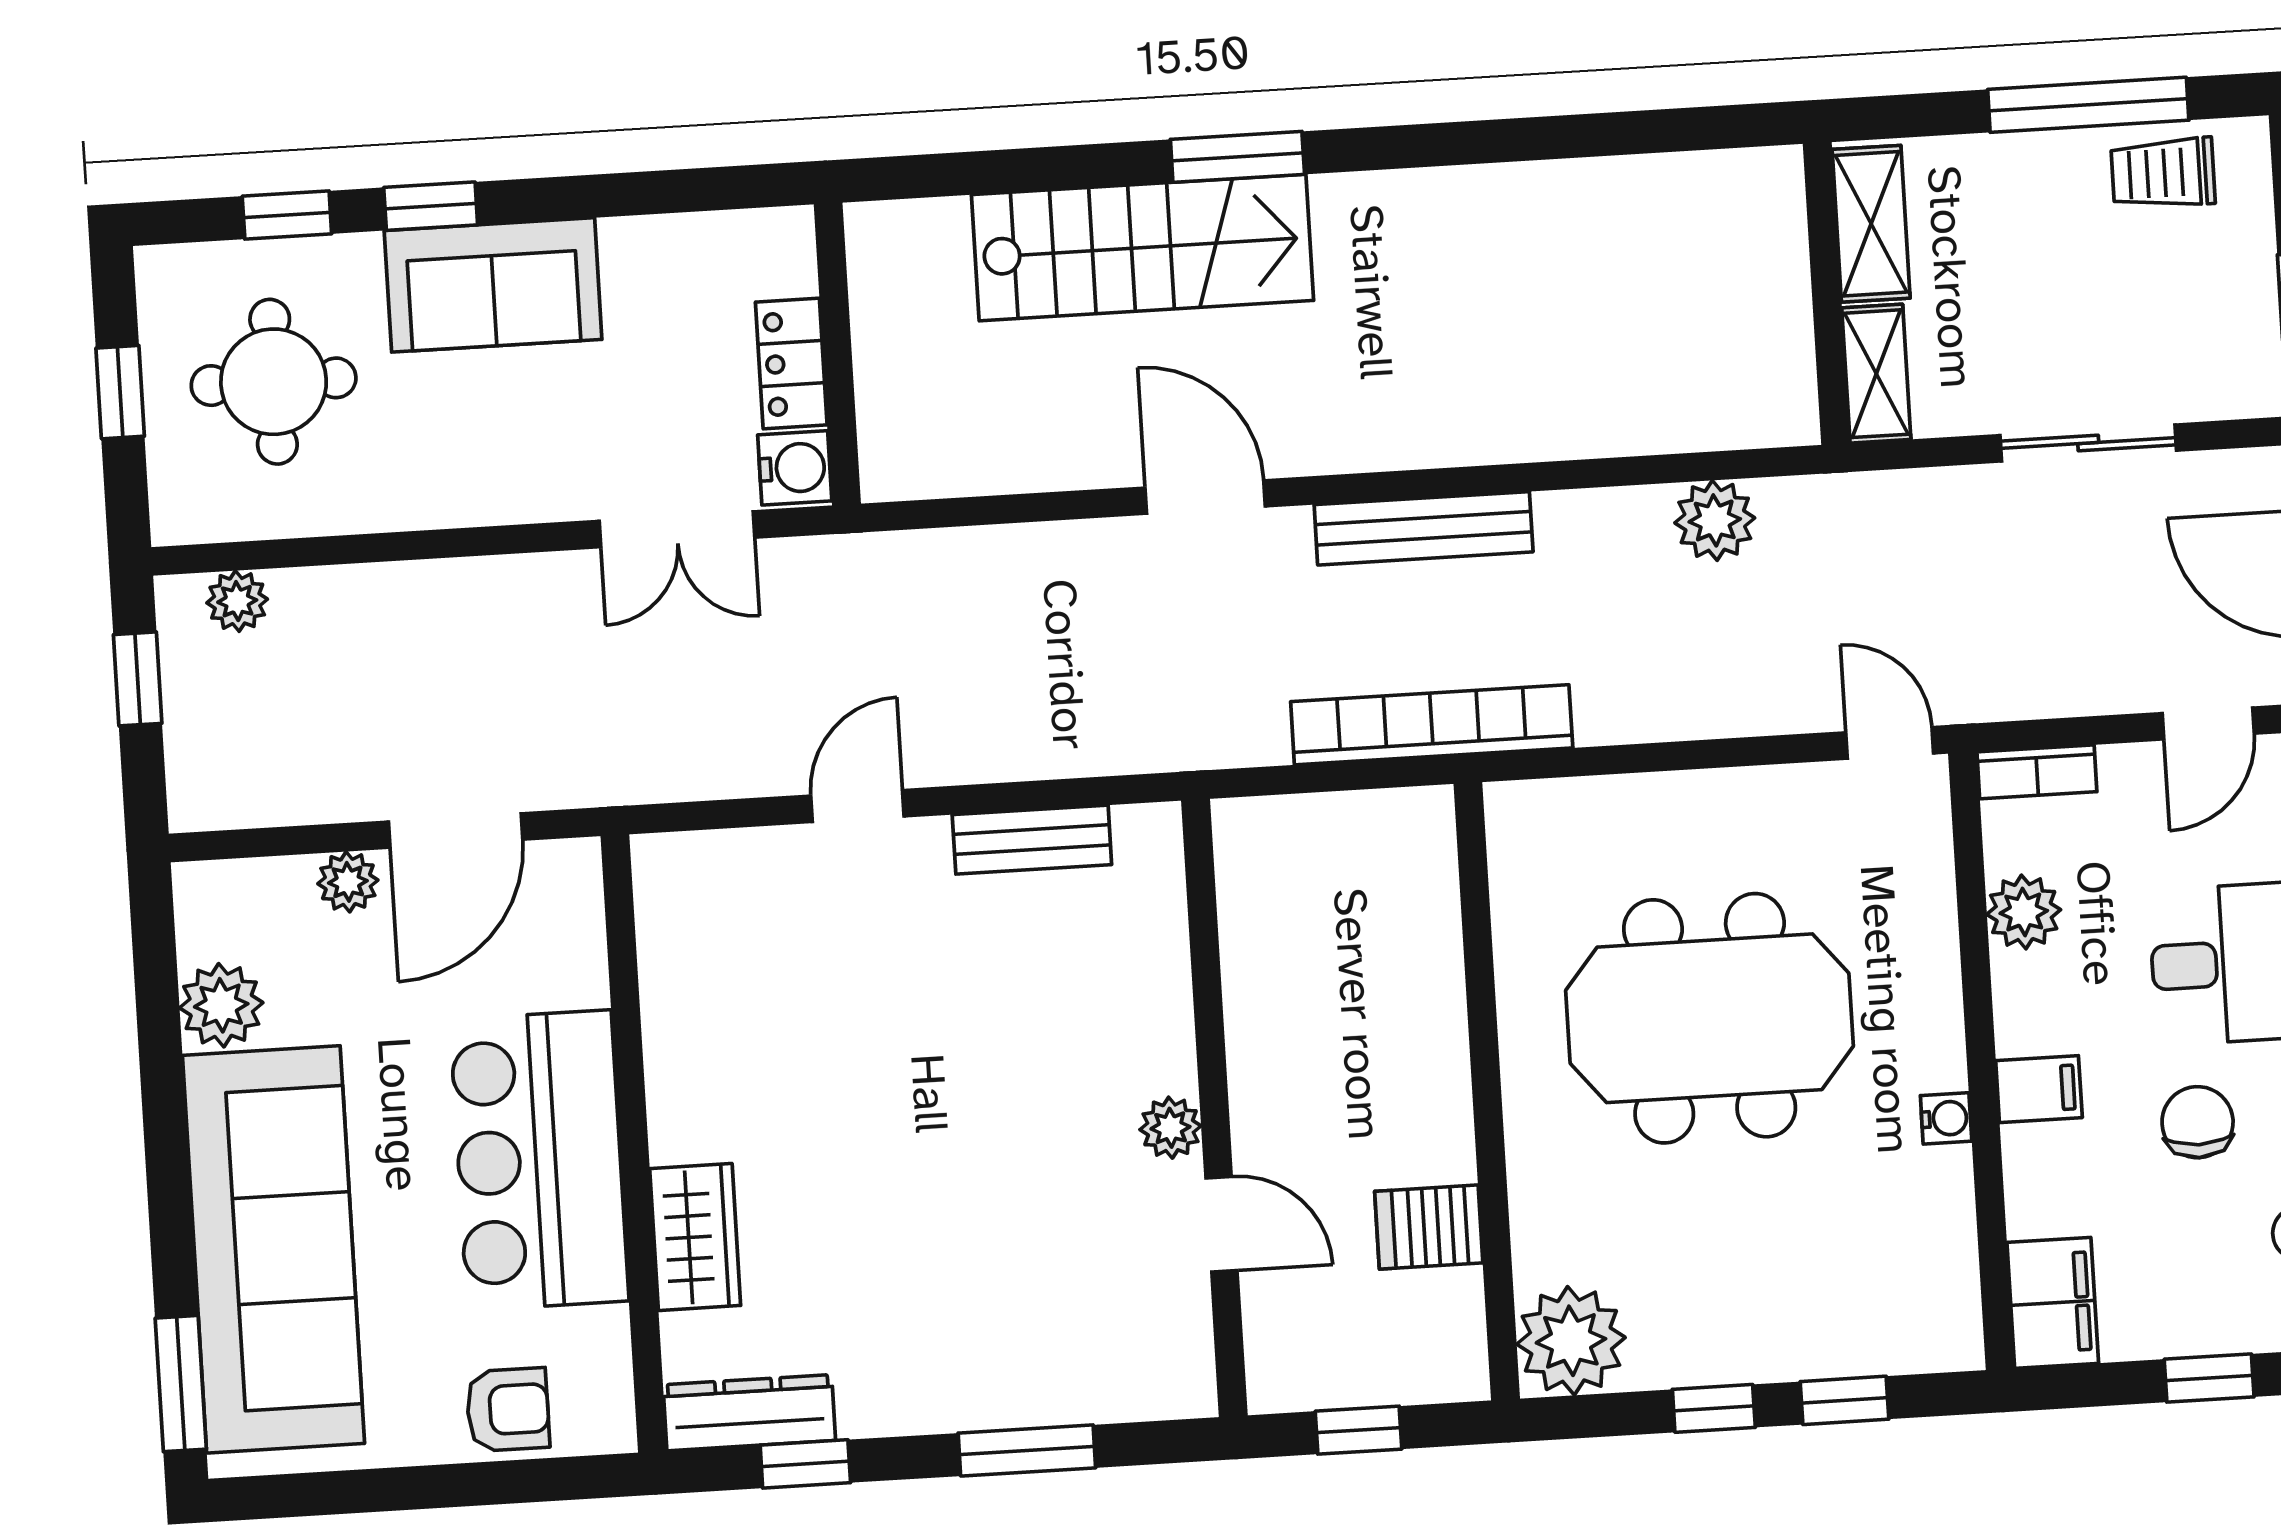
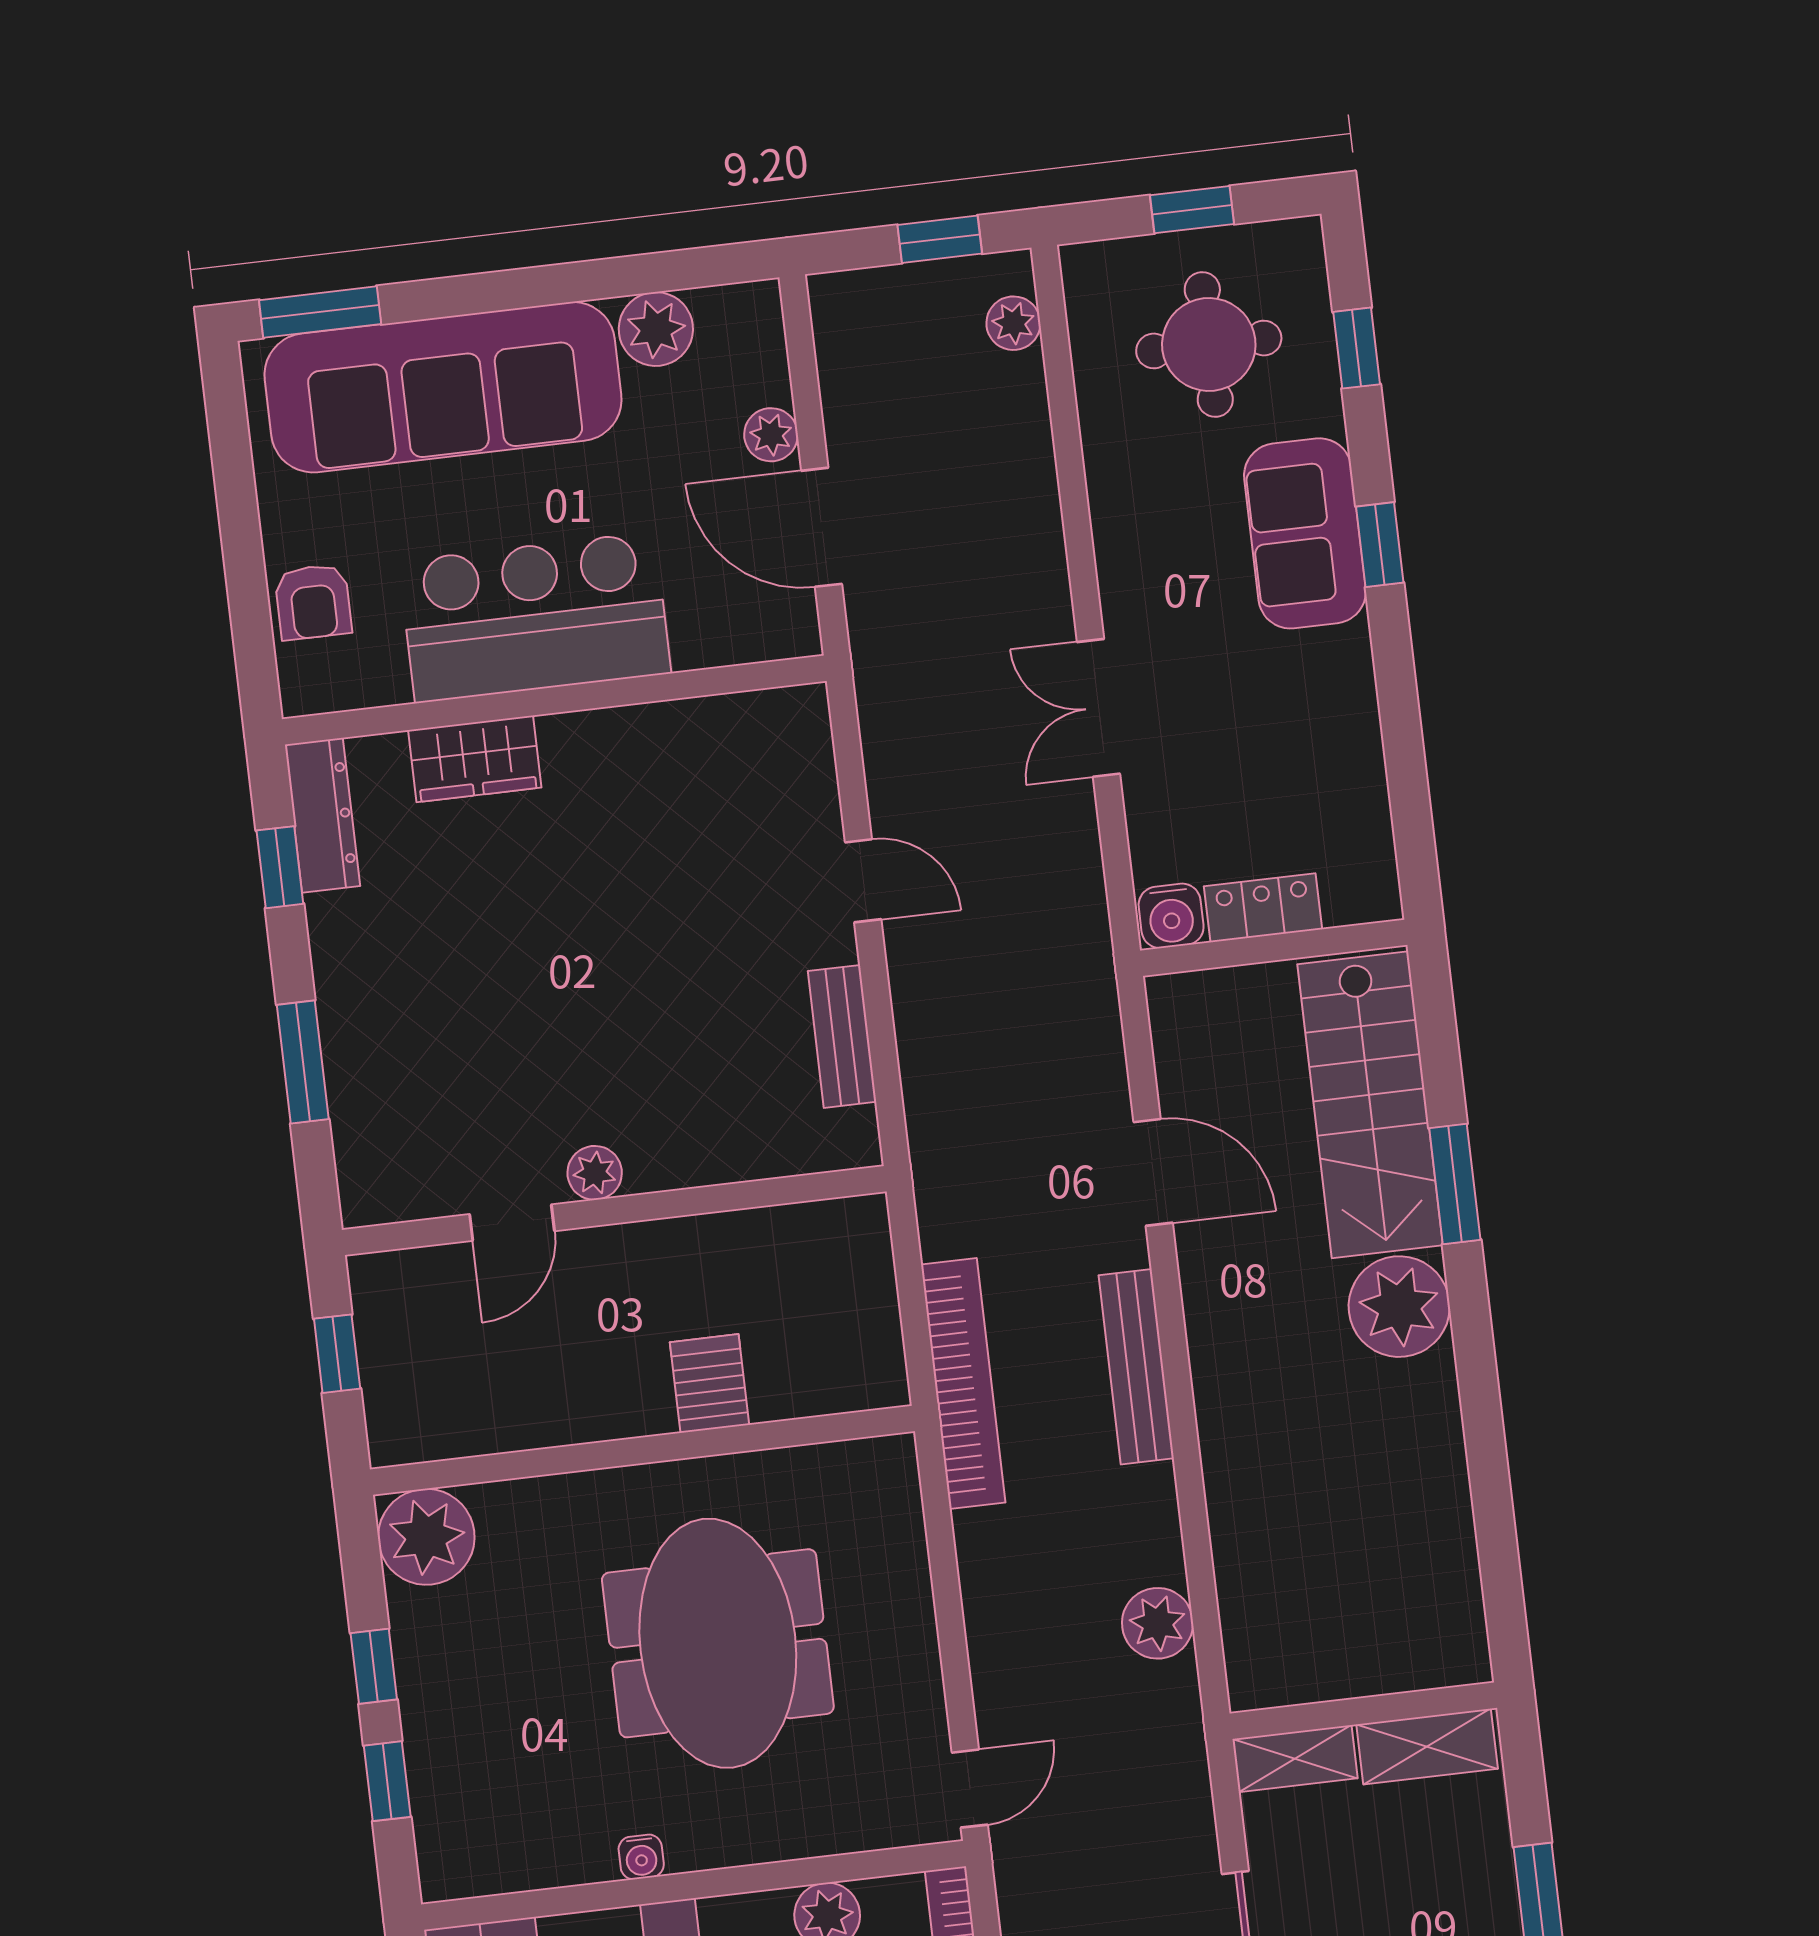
window: (431, 206) -> (1380, 545), moved
plant: (1372, 227) -> (1399, 1307), added
wall: (837, 354) -> (1274, 948), moved
locker: (791, 364) -> (1263, 908), moved
water cooler: (795, 468) -> (1171, 916), moved
door: (1205, 497) -> (1153, 1172), hinge flipped
server rack: (1429, 1227) -> (710, 1383), moved

